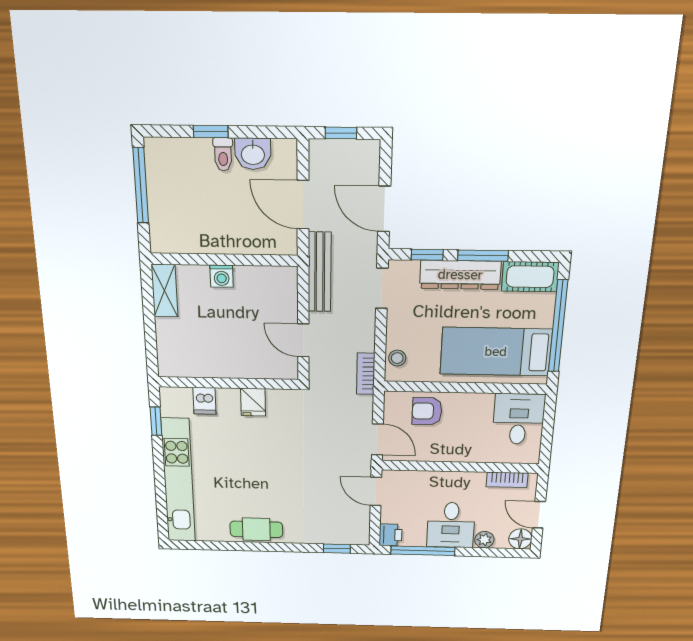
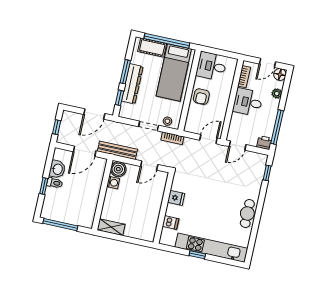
washing machine: (222, 276) -> (113, 183), moved
cot: (530, 277) -> (152, 48), moved, turned 90
boiler: (282, 282) -> (118, 169), added
doorway: (382, 288) -> (149, 126), moved
armchair: (427, 411) -> (201, 97), moved
window: (156, 421) -> (197, 255), moved
desk: (451, 525) -> (248, 102), moved, turned 180

